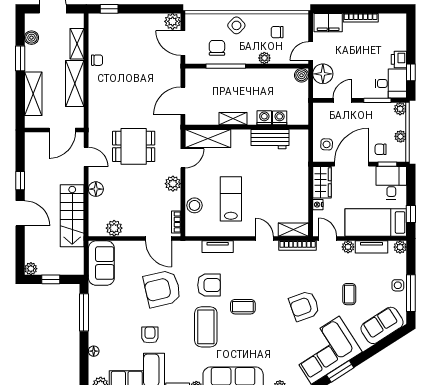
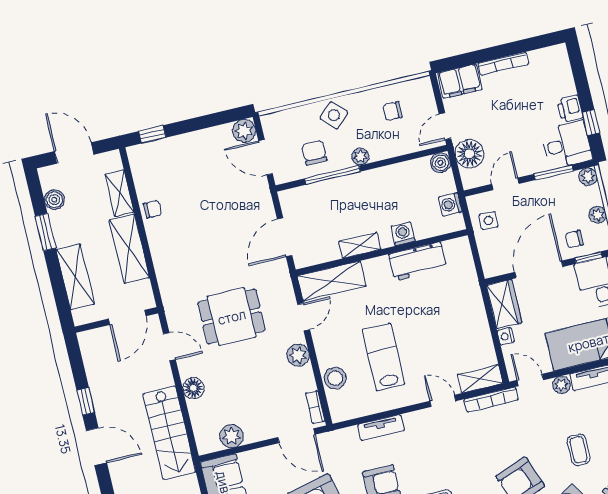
plant: (264, 58) -> (360, 156), moved
washing machine: (280, 118) -> (450, 204), moved, turned -90
side table: (327, 144) -> (488, 221), moved

